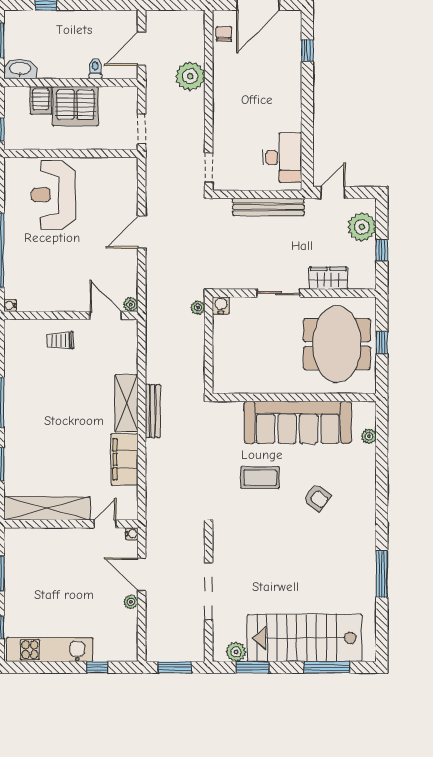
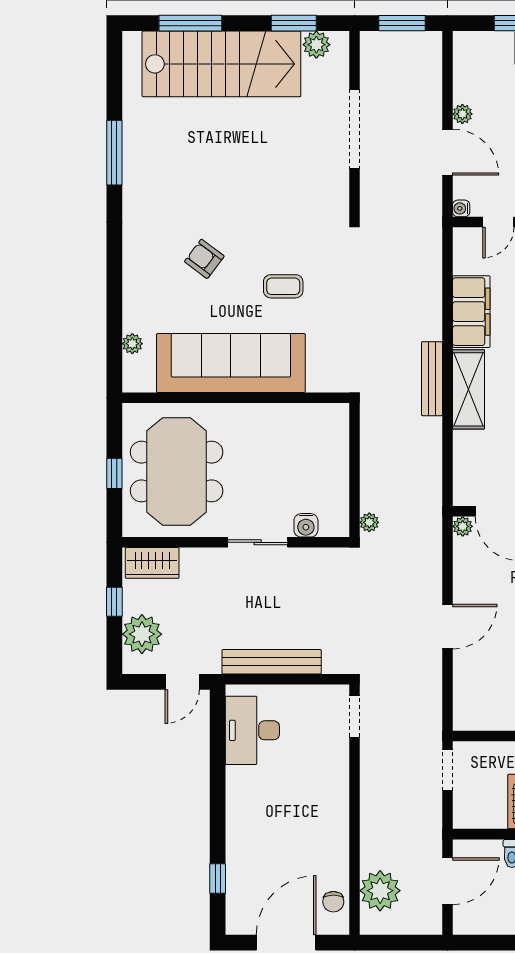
plant: (190, 76) -> (380, 891), moved
wardrobe: (328, 278) -> (152, 563), moved
water cooler: (221, 305) -> (306, 525), moved
coffee table: (260, 478) -> (283, 286), width x0.73, depth x0.77

